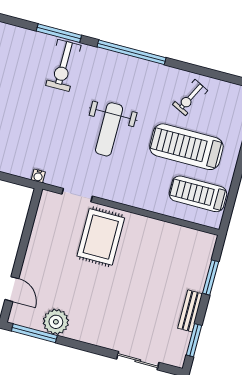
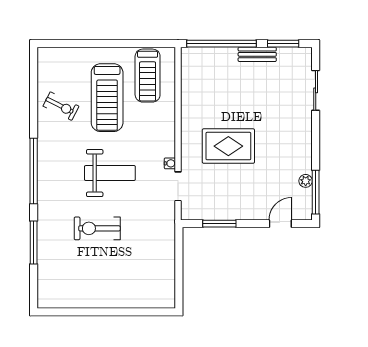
exercise bike: (63, 65) -> (97, 228), moved, turned 180
water cooler: (38, 176) -> (170, 163), moved
window: (28, 227) -> (219, 224), added
rug: (101, 237) -> (228, 146), moved
window: (211, 277) -> (221, 44), width x2.11
plant: (56, 322) -> (306, 181), width x0.53, depth x0.53

